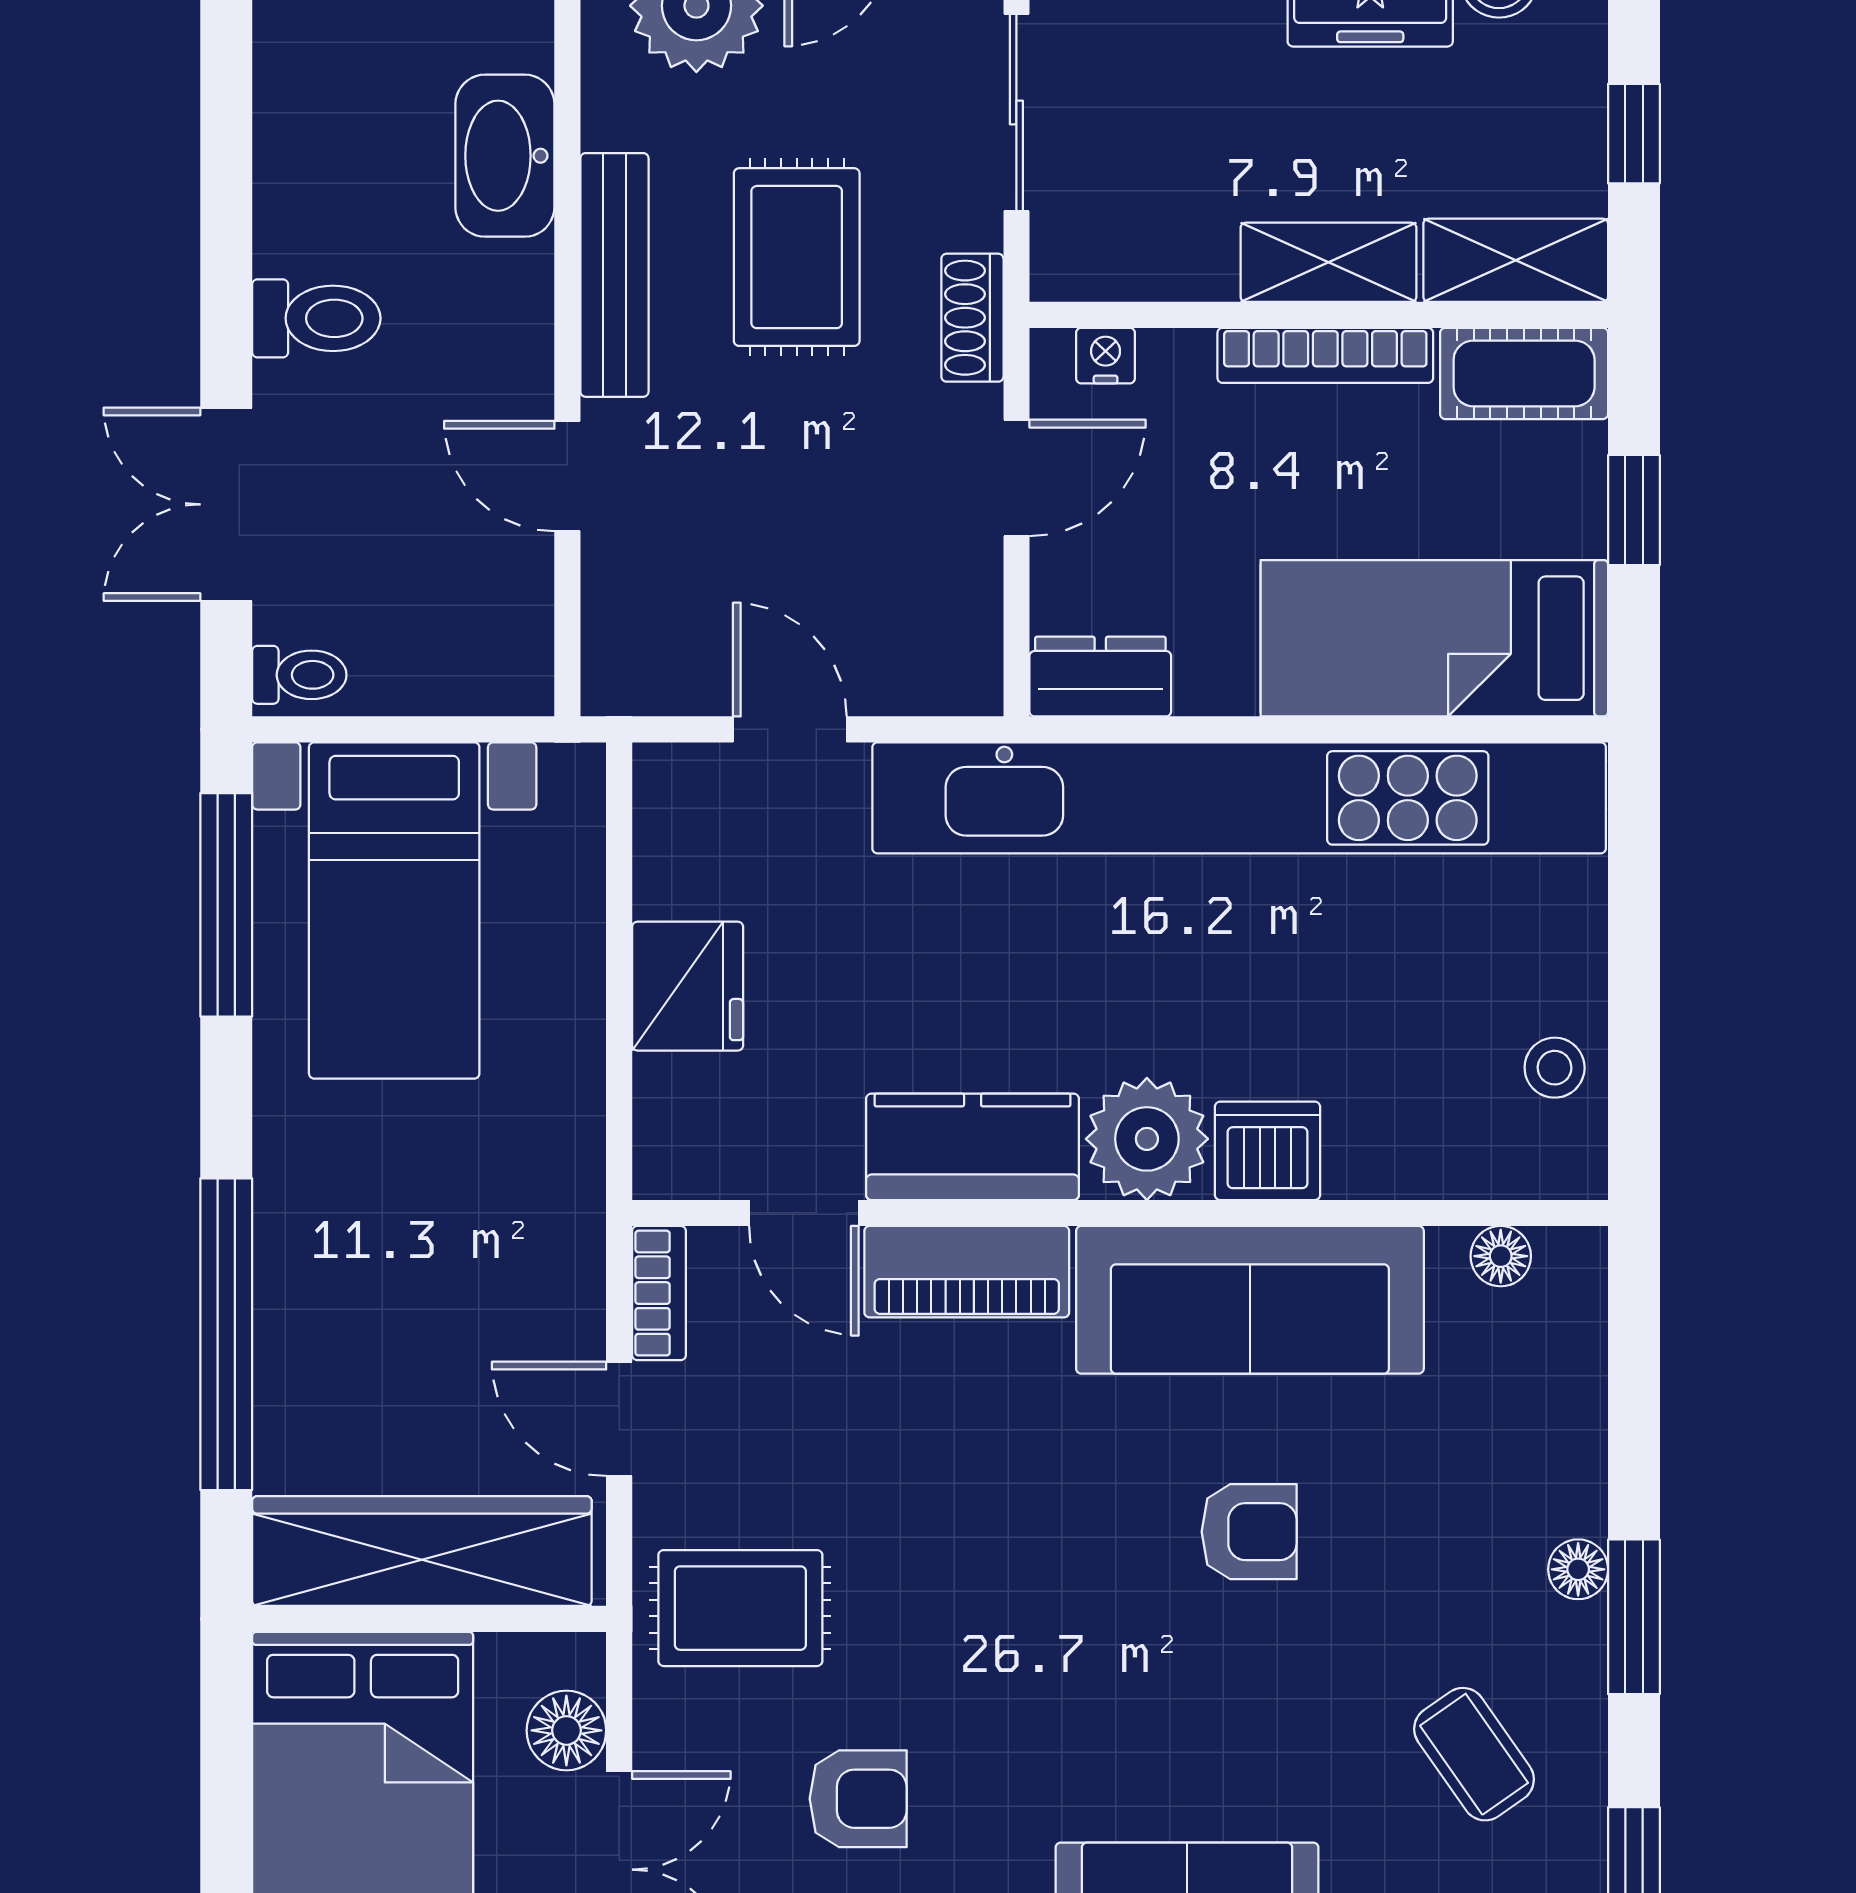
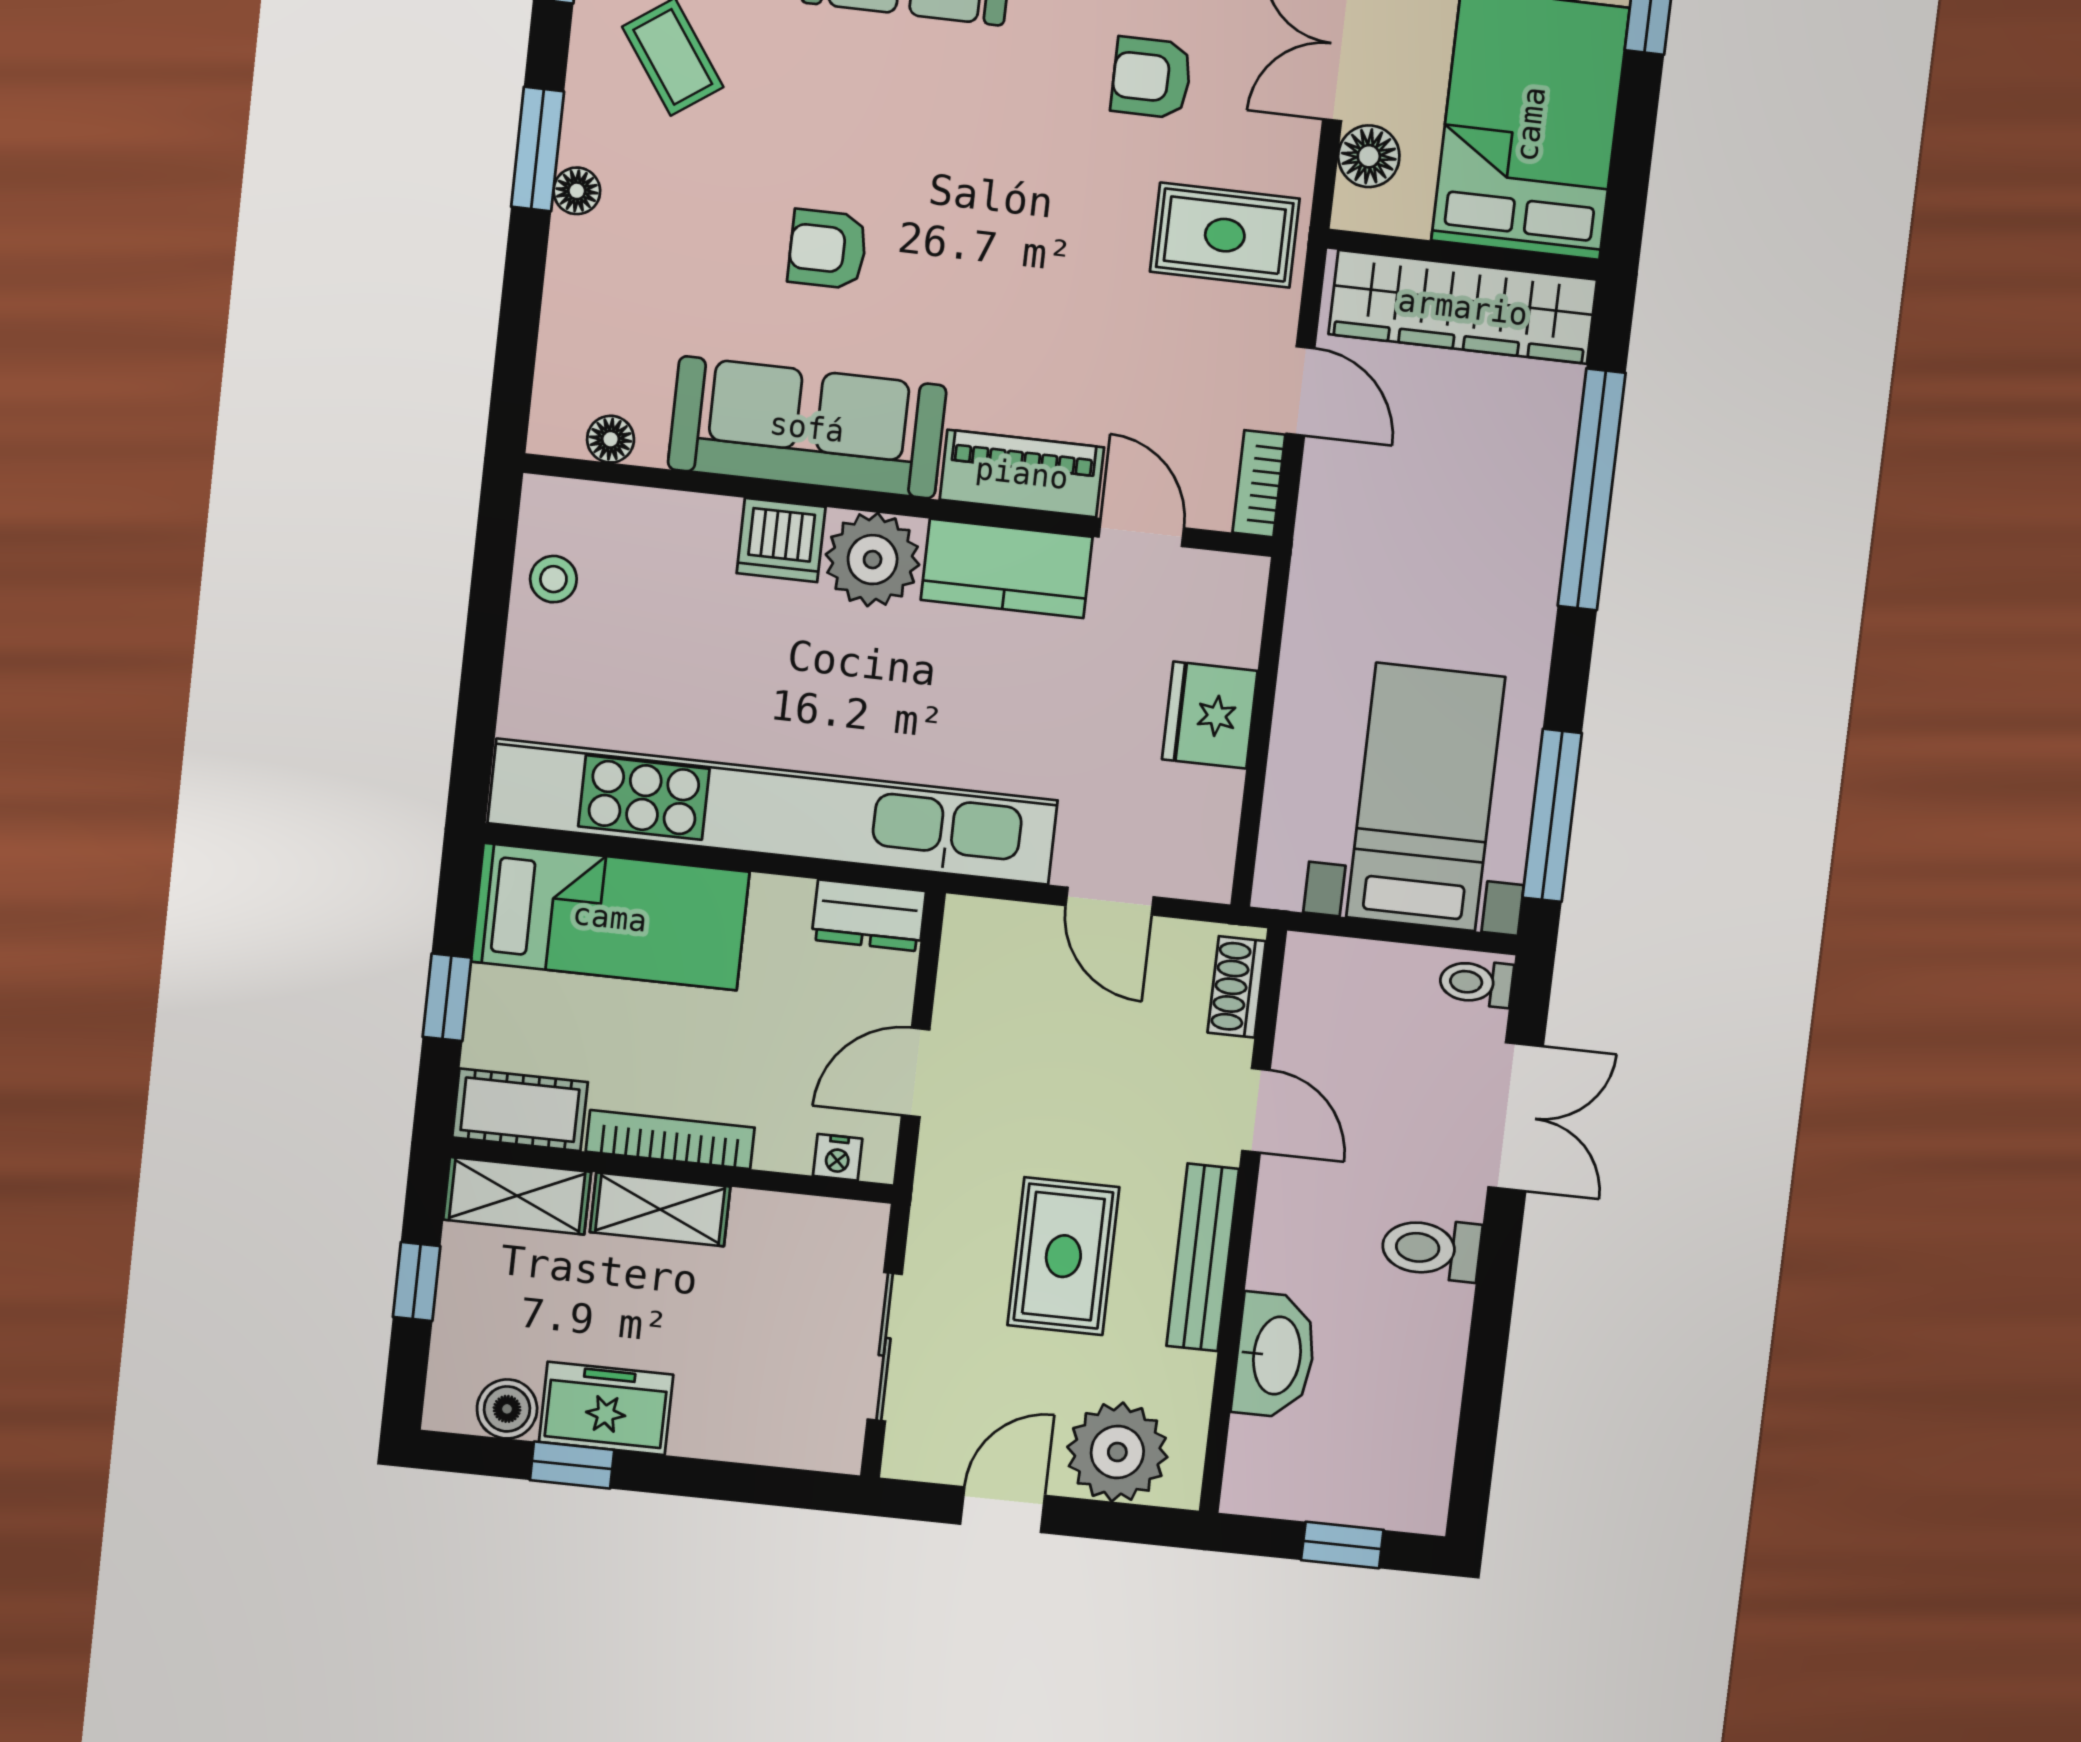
shoe rack: (972, 318) -> (1237, 987), moved, turned 180

